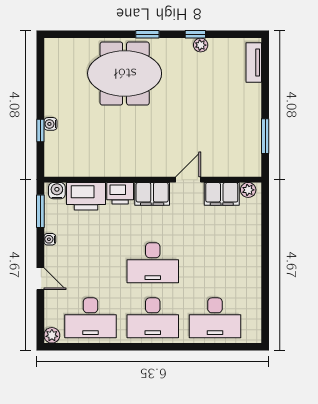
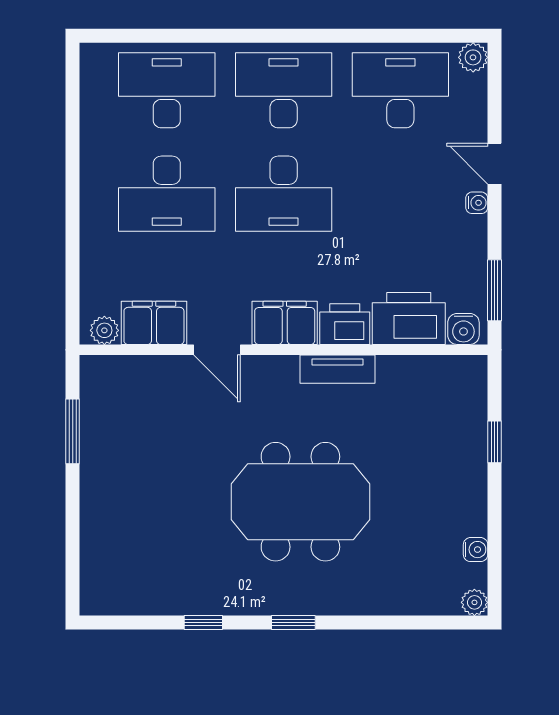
plant: (201, 45) -> (474, 602), moved
tv unit: (254, 62) -> (338, 369), moved, turned 90
meeting table: (125, 73) -> (300, 502), moved
water cooler: (50, 124) -> (476, 550), moved
door: (188, 180) -> (217, 350), hinge flipped
water cooler: (50, 239) -> (477, 203), moved
desk: (153, 263) -> (284, 194), turned 180
desk: (215, 263) -> (167, 194), added

